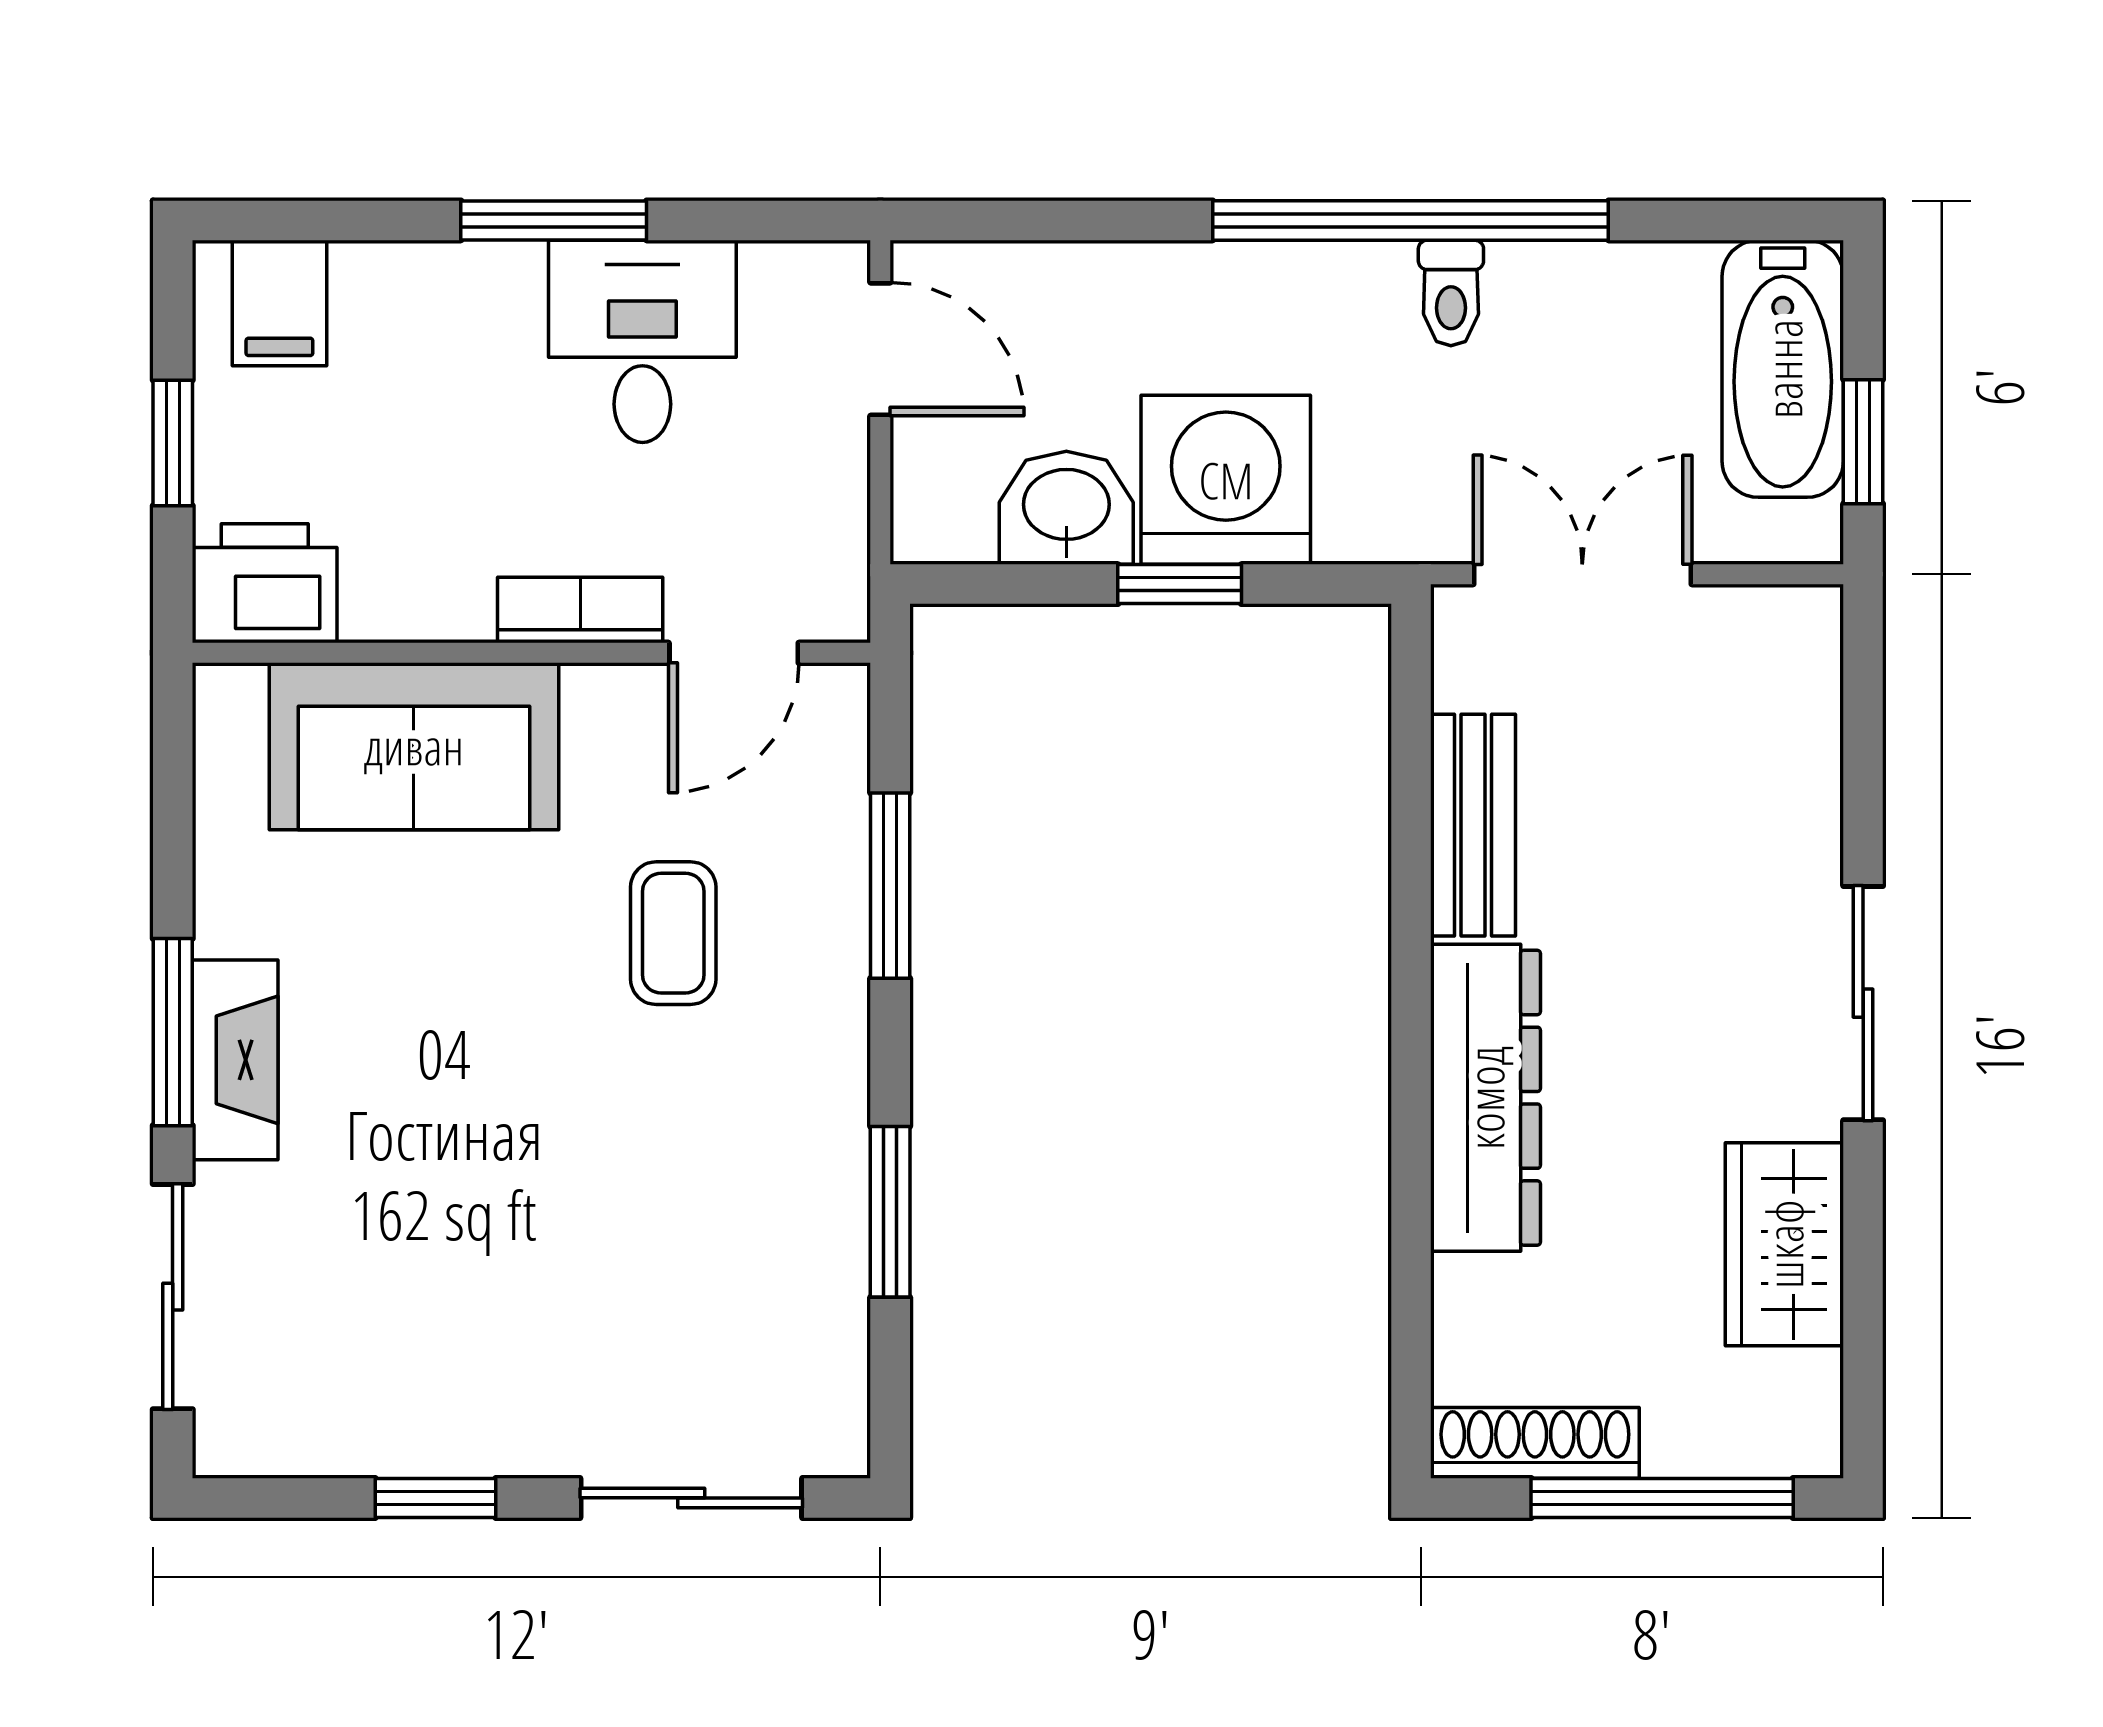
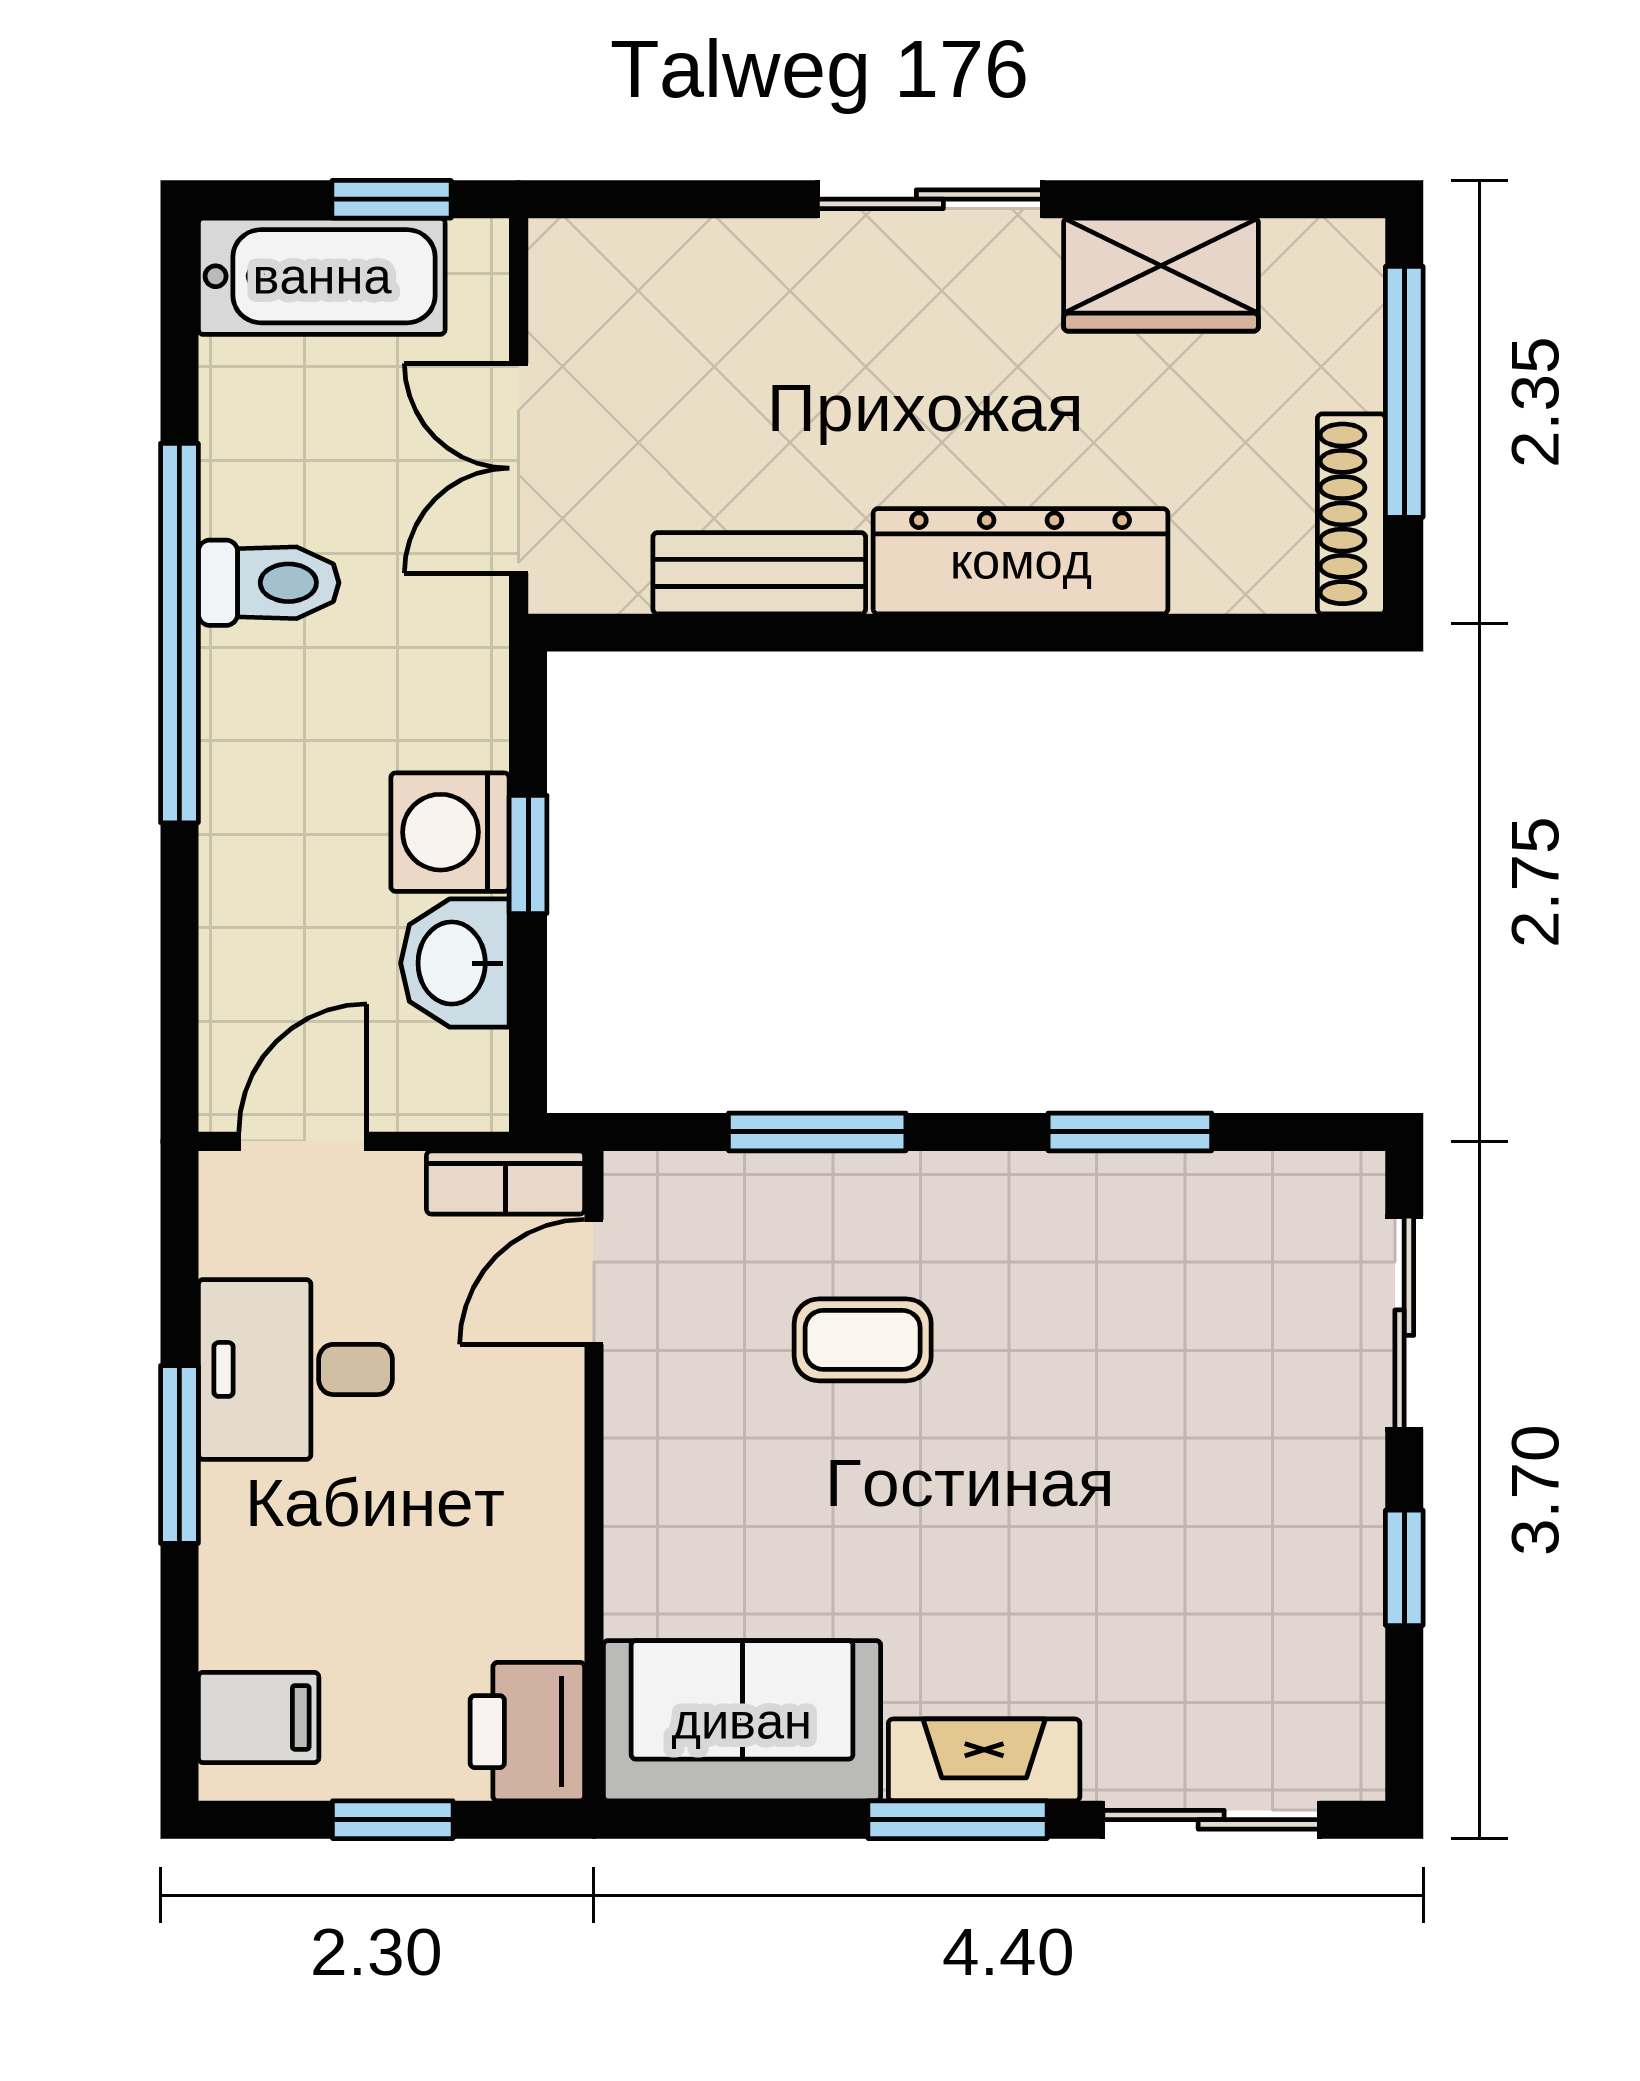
toilet: (1451, 293) -> (269, 583), width x1.37, depth x1.39
washing machine: (1226, 480) -> (450, 832), width x0.73, depth x0.73
bookcase: (580, 610) -> (506, 1182), moved, turned -90
door: (734, 653) -> (594, 1282), swing flipped
sofa: (414, 746) -> (742, 1721), moved, turned -90

